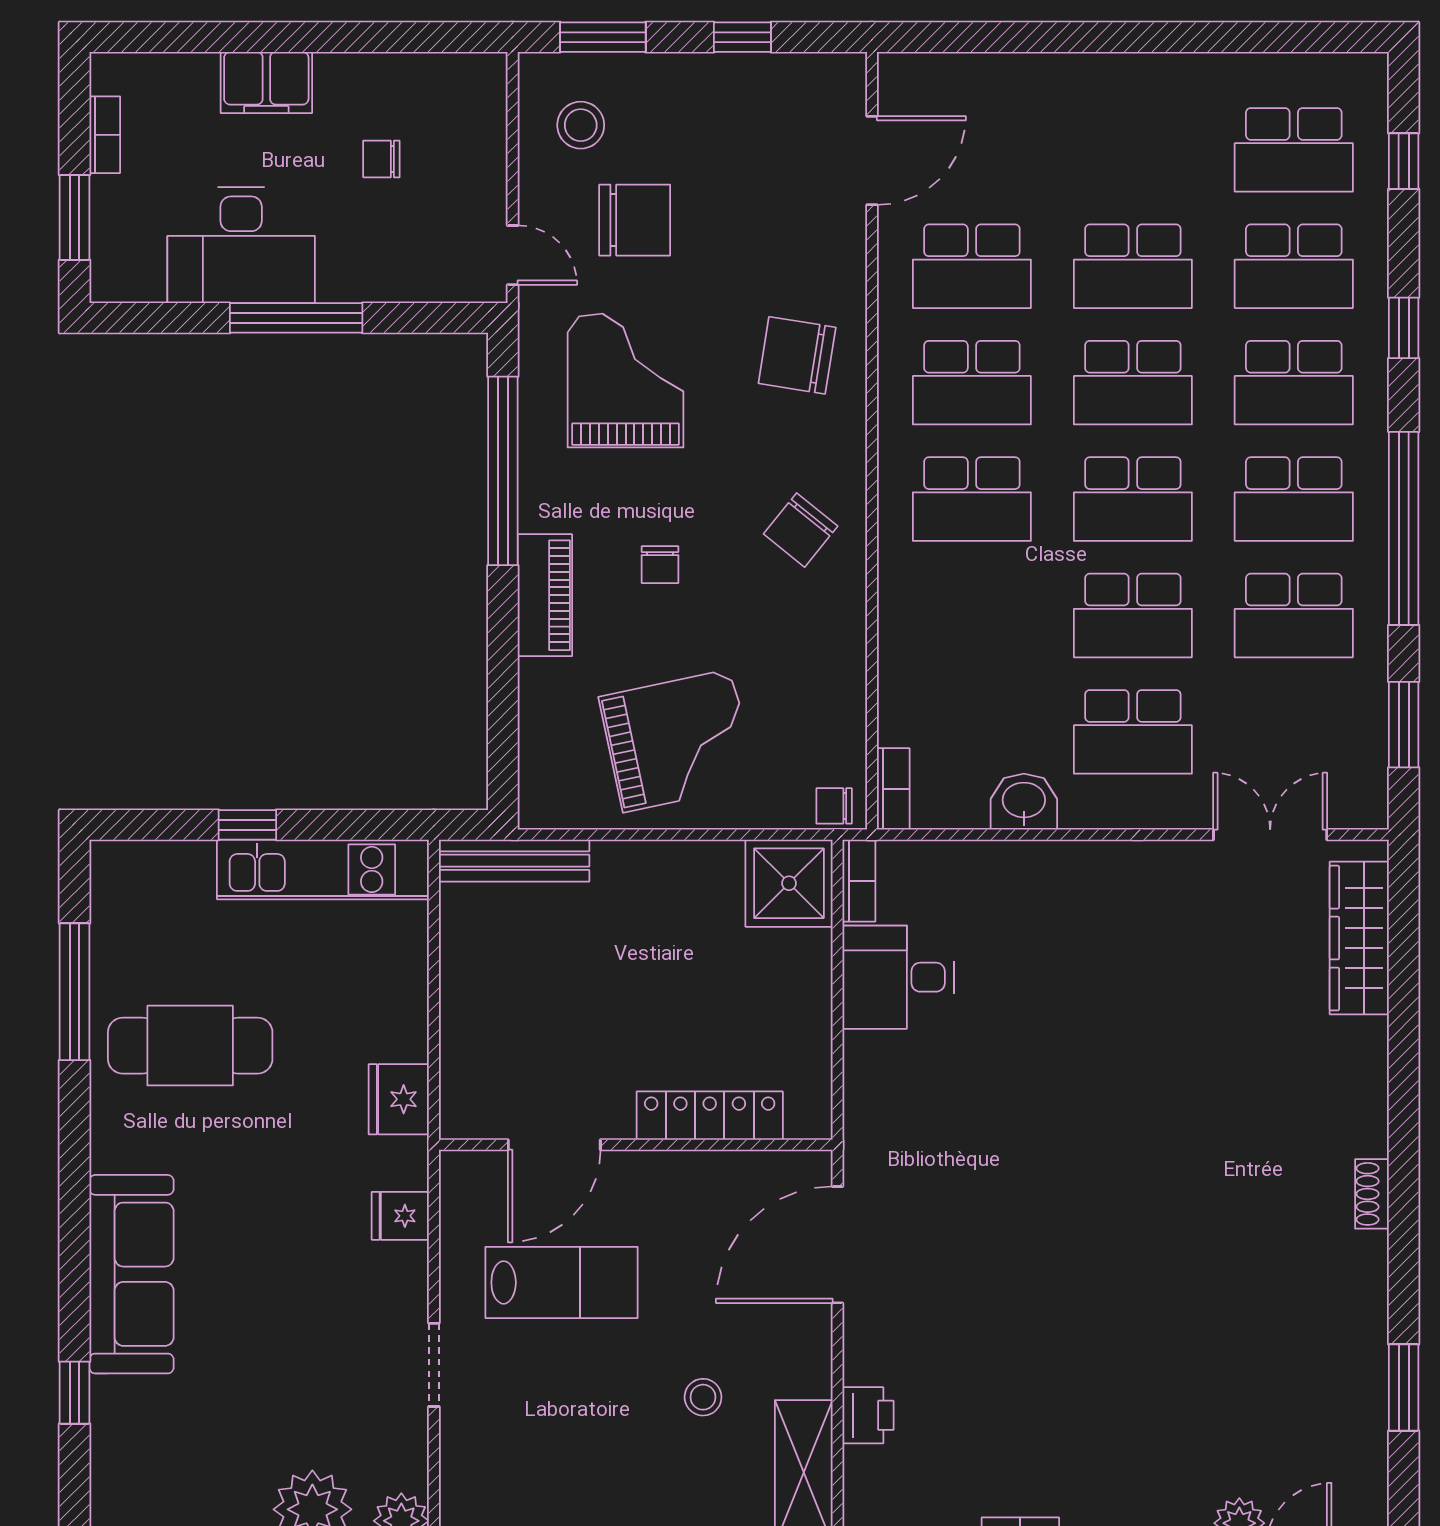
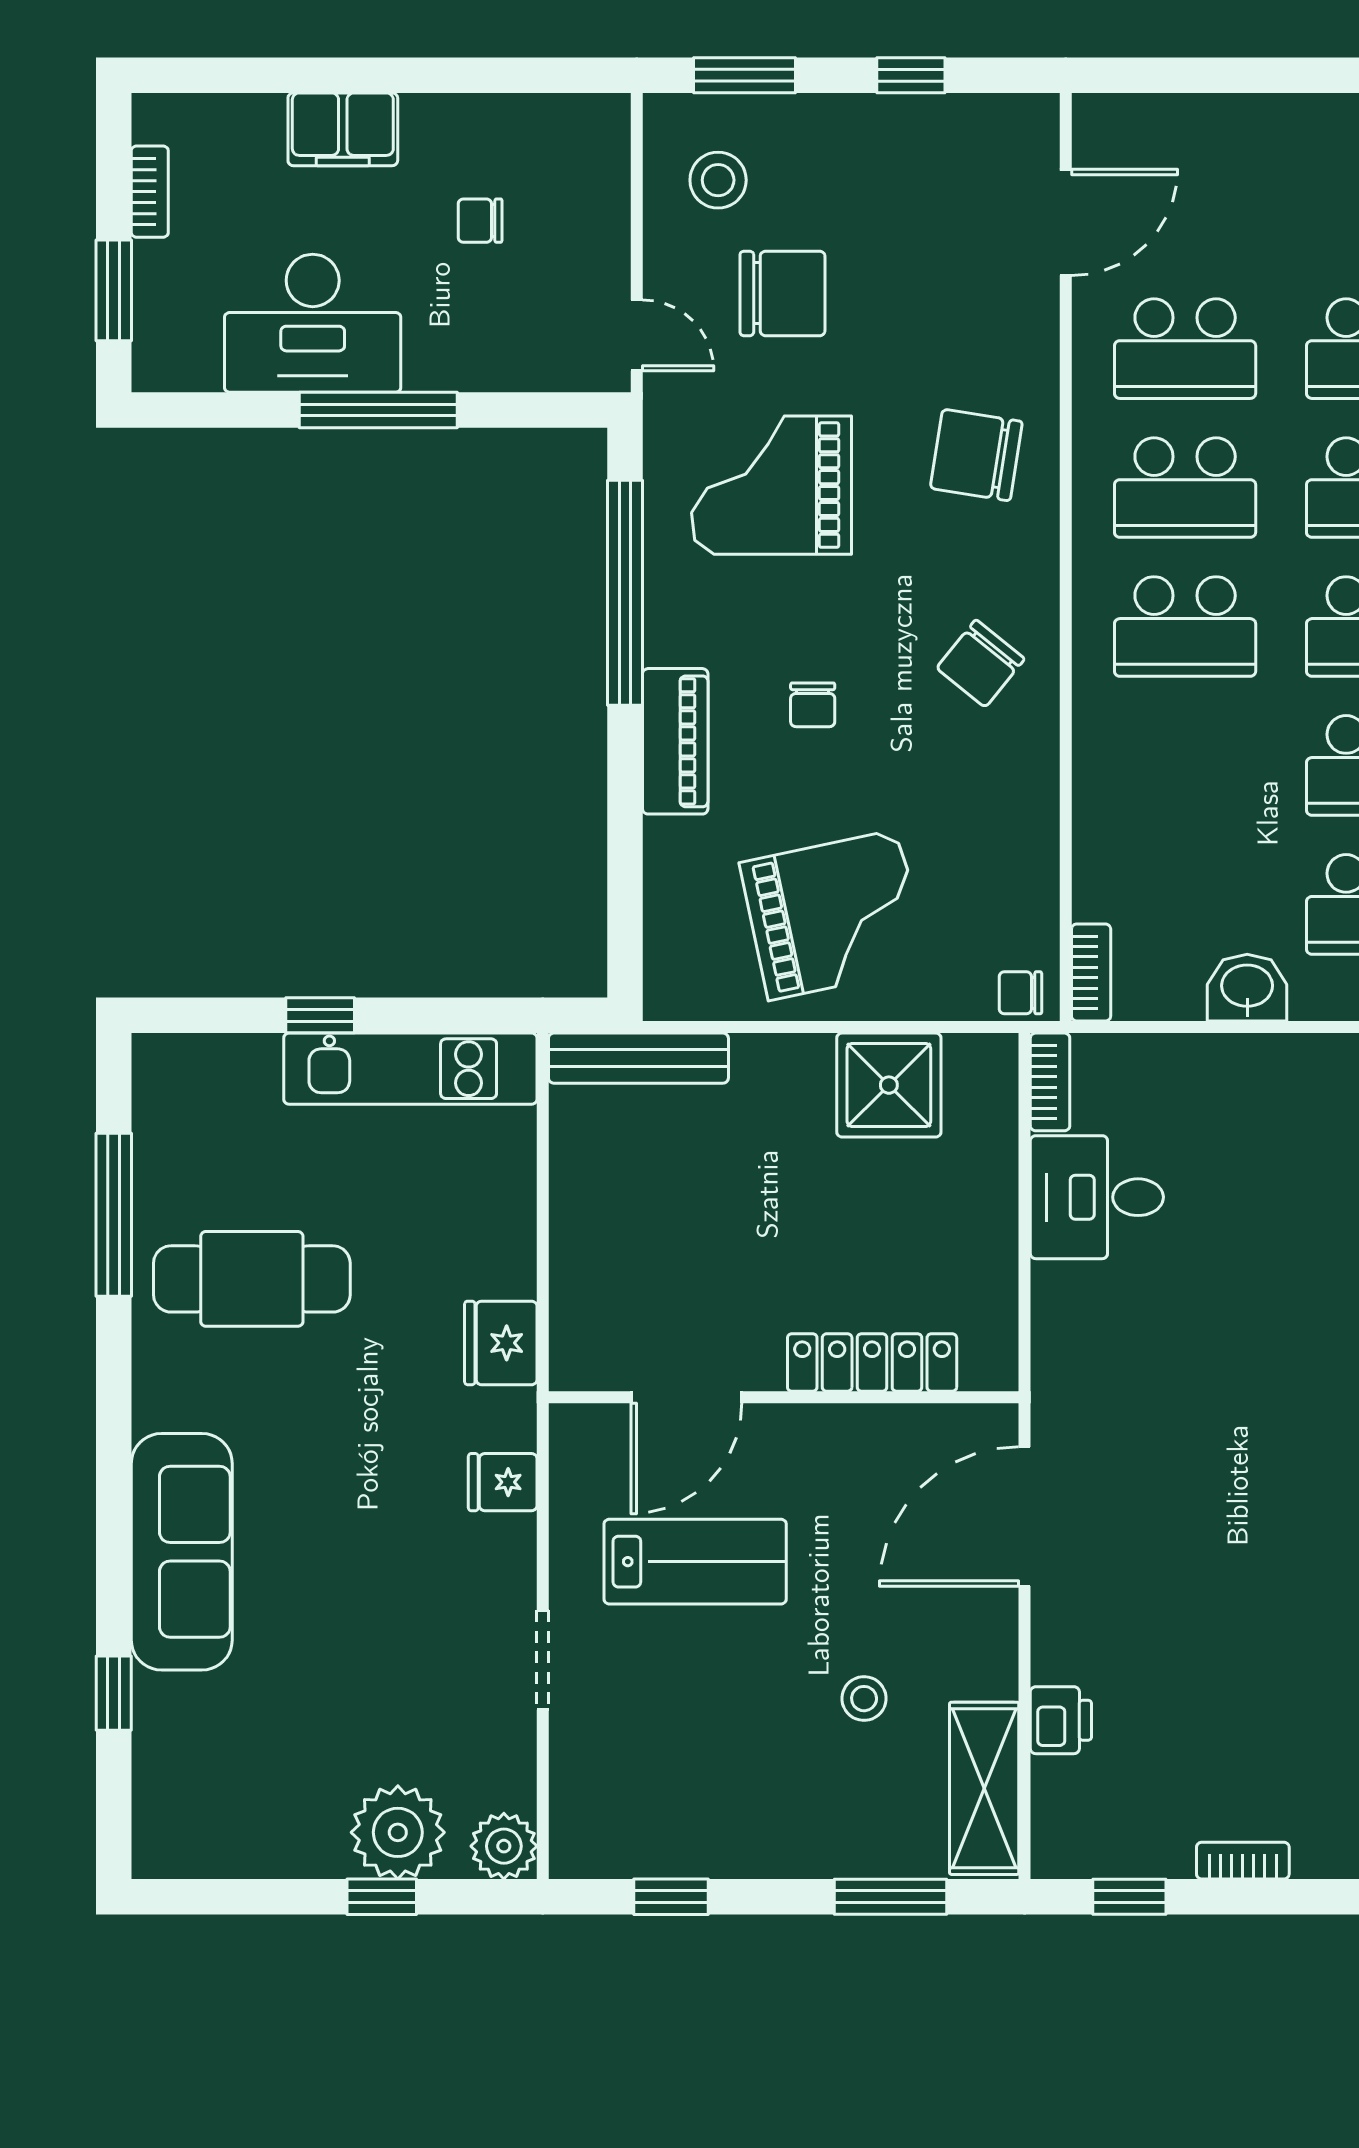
grand piano: (626, 381) -> (772, 485), turned -90
shower: (789, 883) -> (889, 1085), moved

